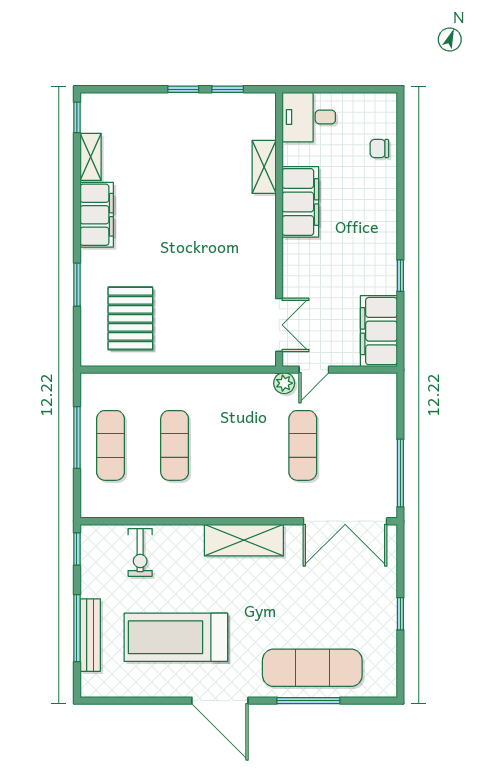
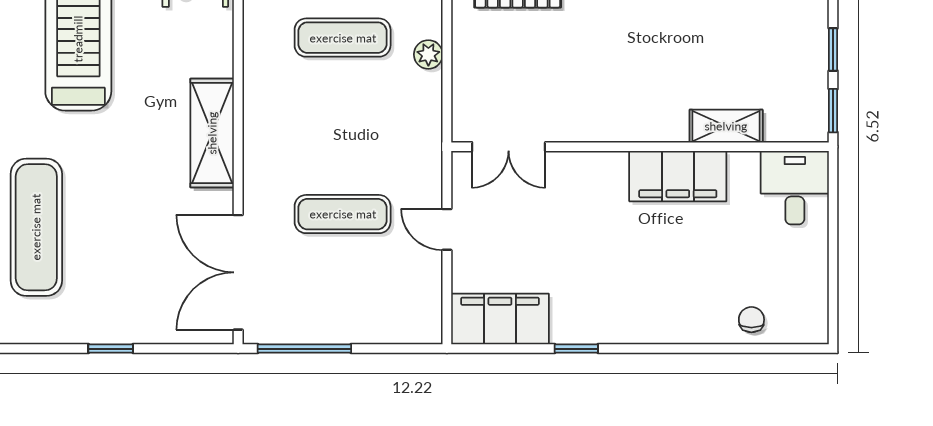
desk: (309, 117) -> (795, 188), moved
shelving: (264, 167) -> (726, 126), moved
filing cabinet: (300, 202) -> (678, 176), moved
wall: (279, 229) -> (640, 147), moved
double door: (279, 325) -> (509, 147), moved
plant: (284, 383) -> (428, 54), moved

